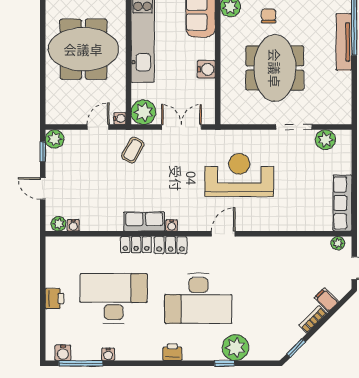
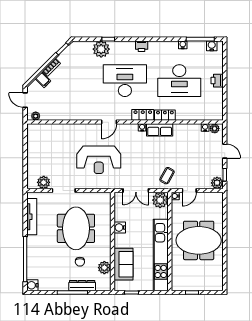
tv unit: (344, 42) -> (32, 217), moved
row of seats: (342, 203) -> (33, 142), removed

